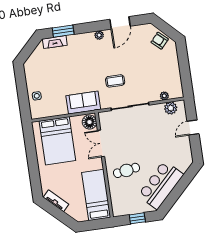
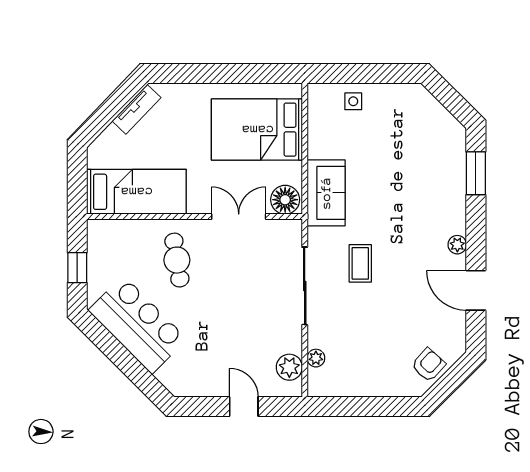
fireplace: (55, 42) -> (456, 153), removed

